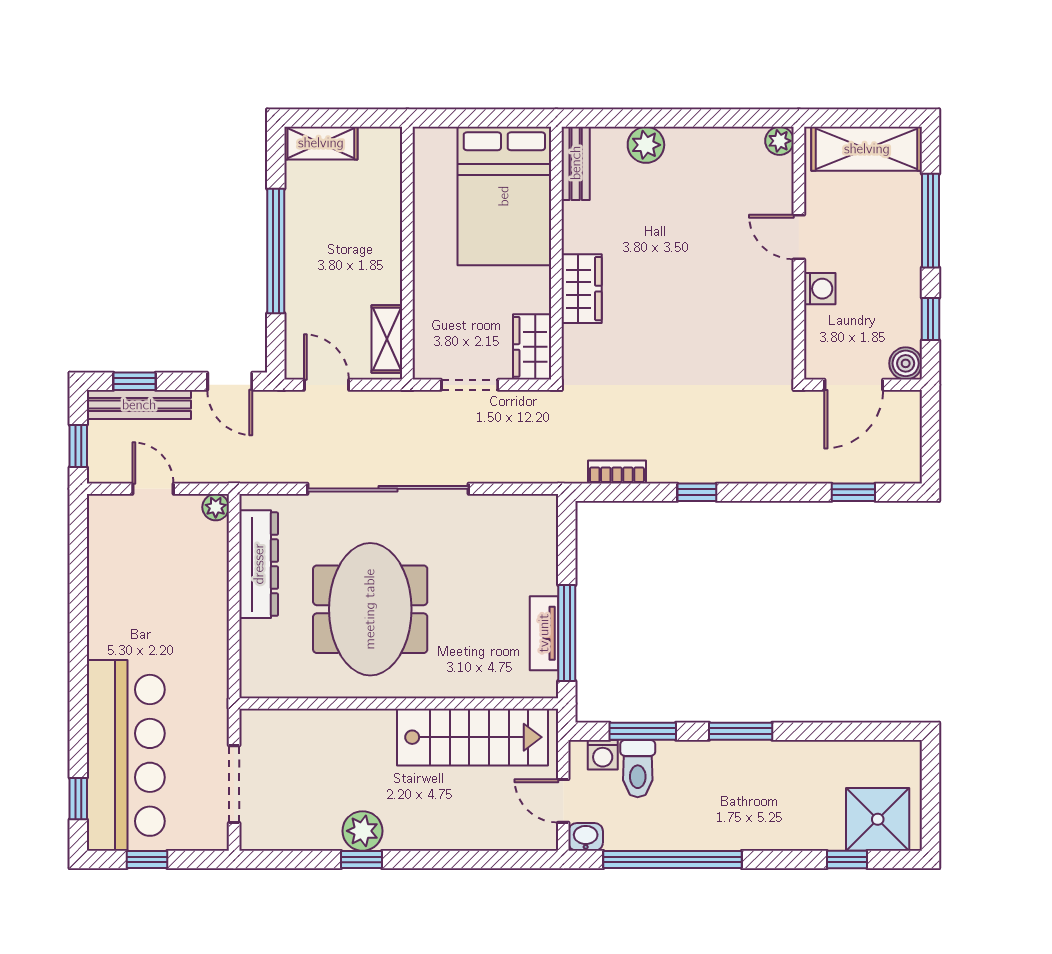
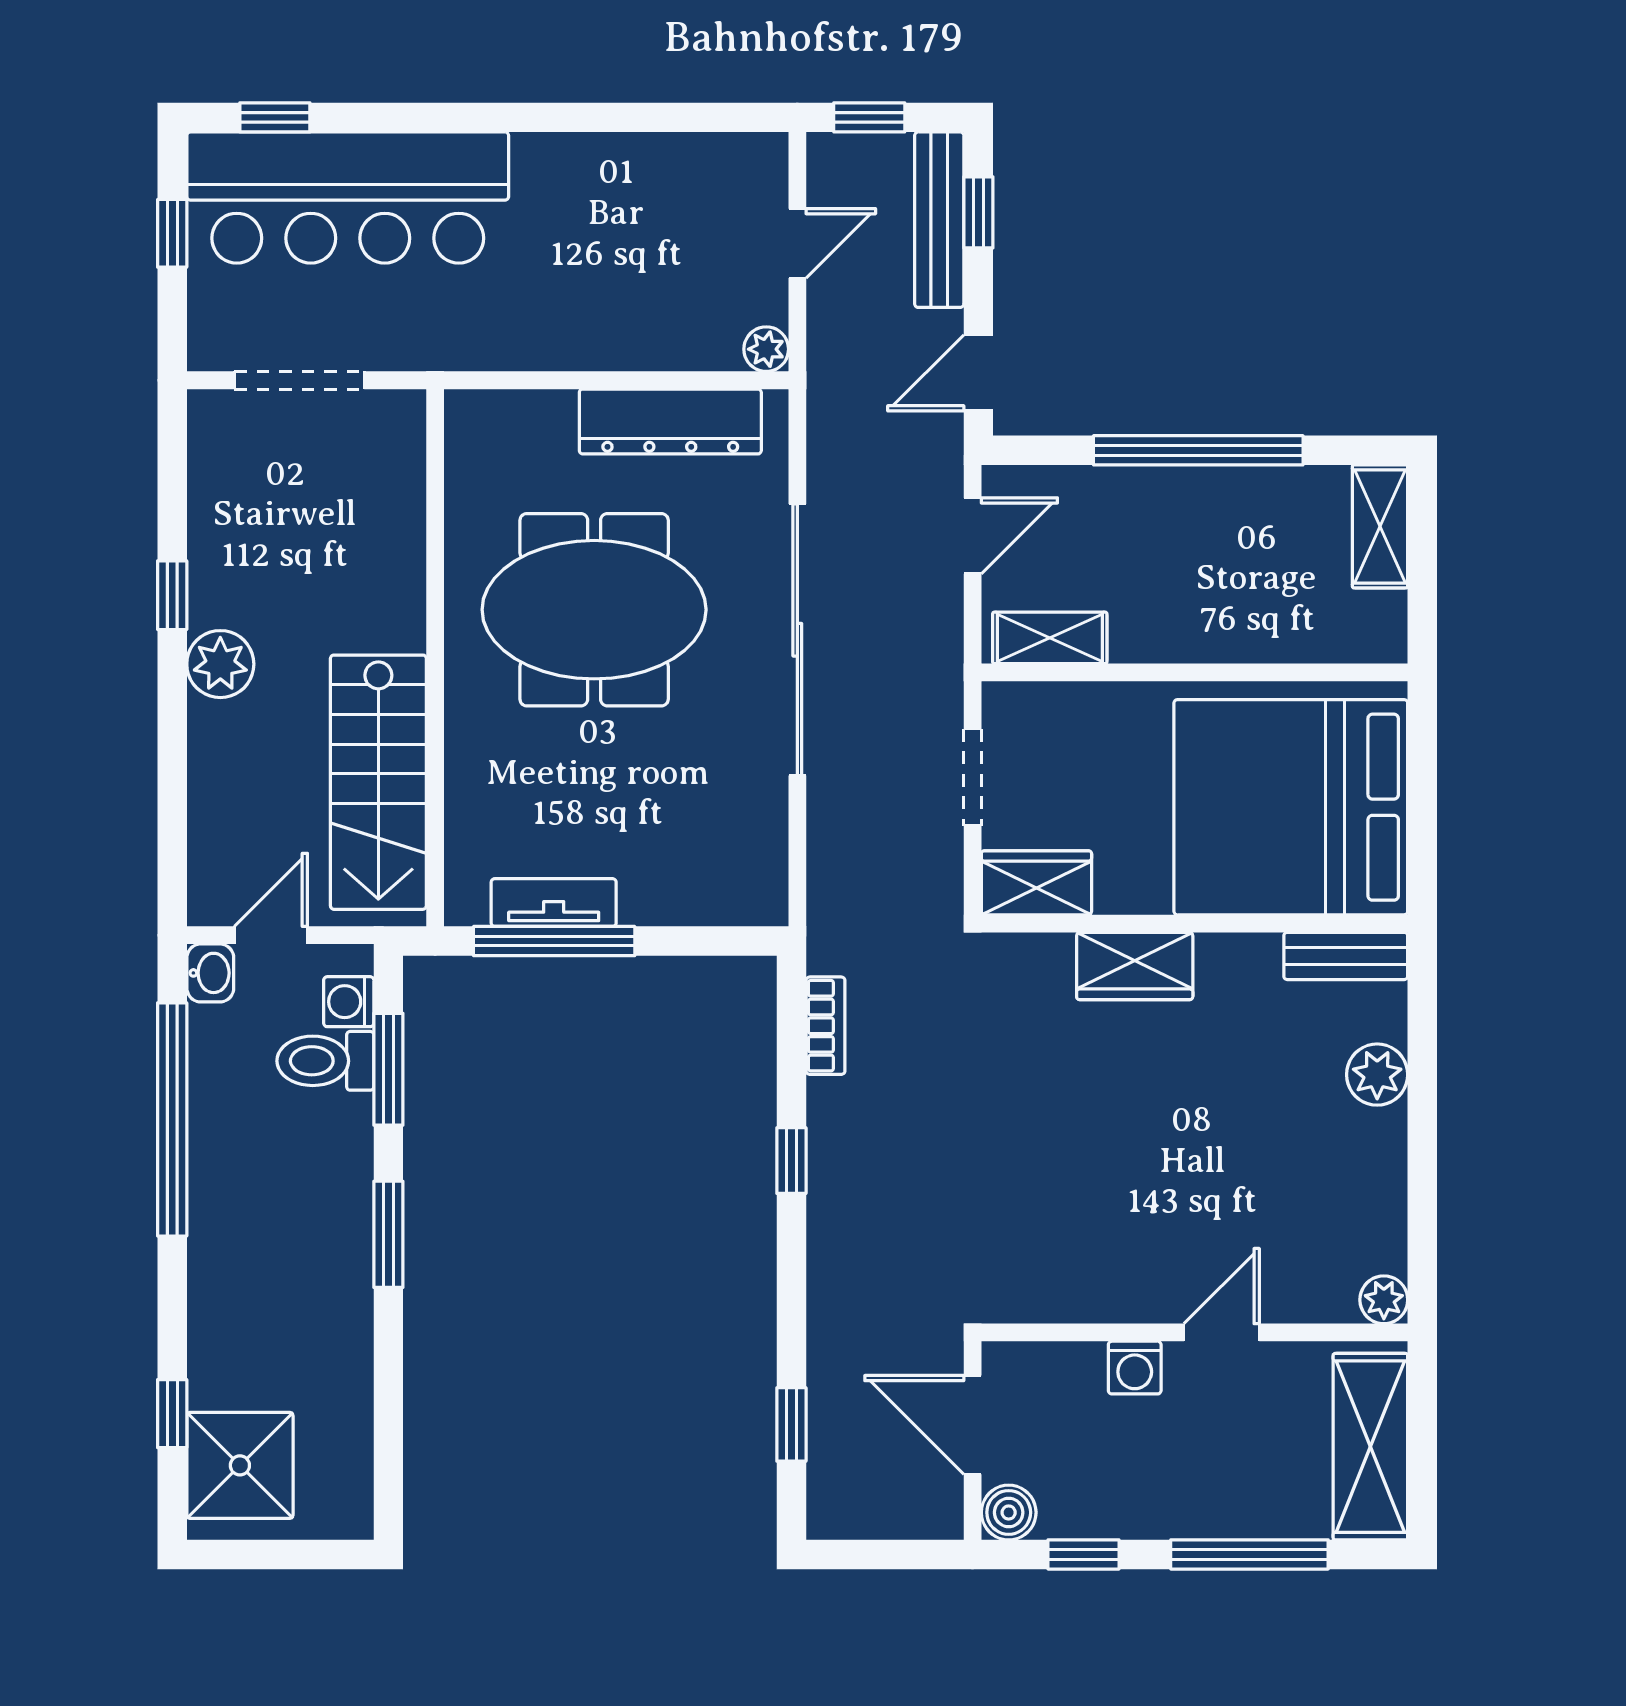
bed: (504, 196) -> (1291, 807), width x1.36
plant: (362, 831) -> (220, 664), moved

